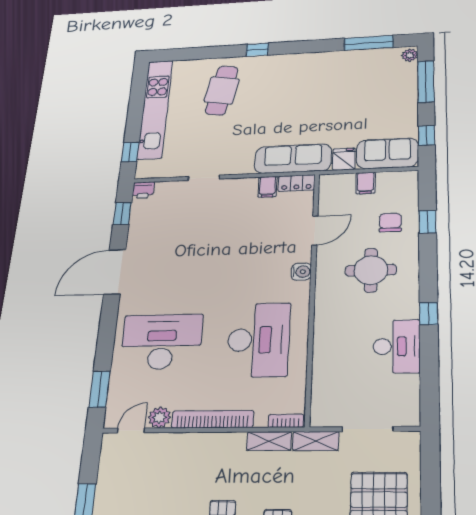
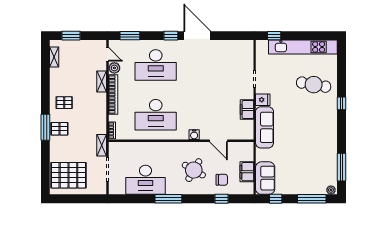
fridge: (344, 159) -> (263, 100), moved
locker: (297, 183) -> (249, 130), removed
filing cabinet: (366, 183) -> (247, 172), width x2.00
filing cabinet: (268, 187) -> (247, 109), width x2.00
printer: (143, 190) -> (248, 46), removed
window: (122, 214) -> (171, 36), moved
round table: (371, 270) -> (194, 170), turned 30
window: (429, 314) -> (168, 199), width x2.17
desk: (161, 342) -> (156, 65), turned 90
desk: (397, 346) -> (145, 180), width x1.36, depth x1.30
shelving: (269, 441) -> (102, 82), moved

